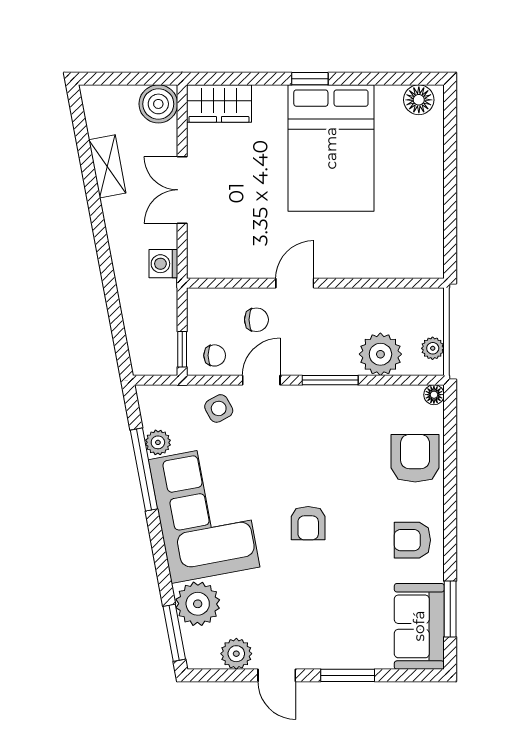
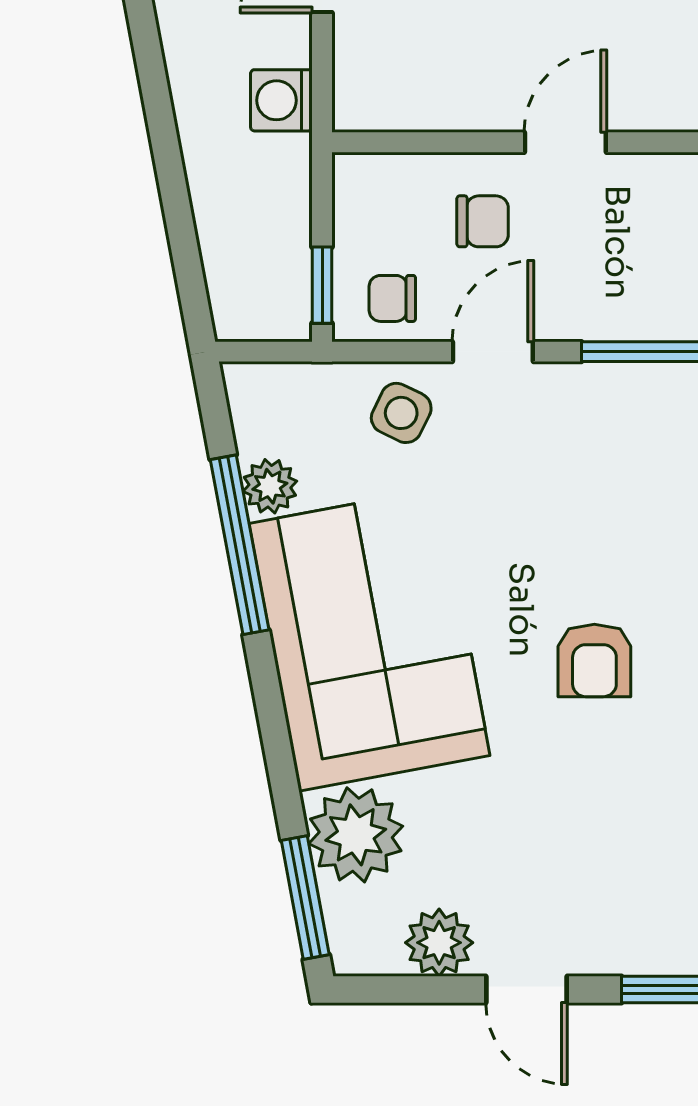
chair: (215, 355) -> (392, 298), turned 180
side table: (219, 408) -> (401, 413), turned -35

